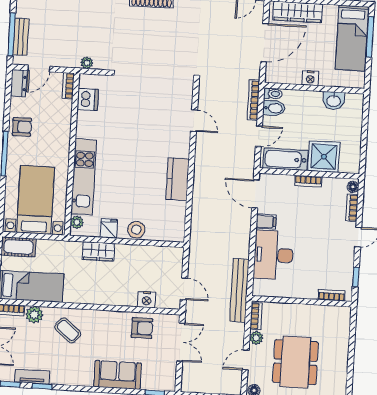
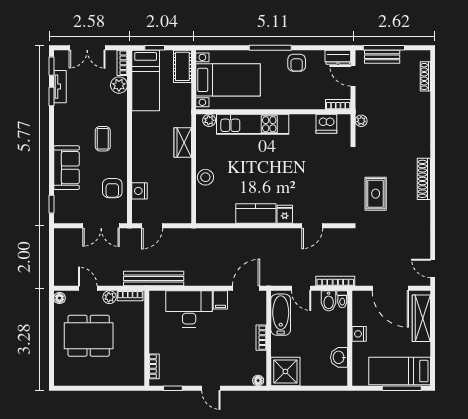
rug: (164, 52) -> (376, 194), added
shower: (324, 157) -> (285, 372), moved
bookcase: (352, 208) -> (238, 381), removed
fridge: (109, 228) -> (285, 214), moved, turned -90
coffee table: (68, 330) -> (103, 139), moved, turned -40

